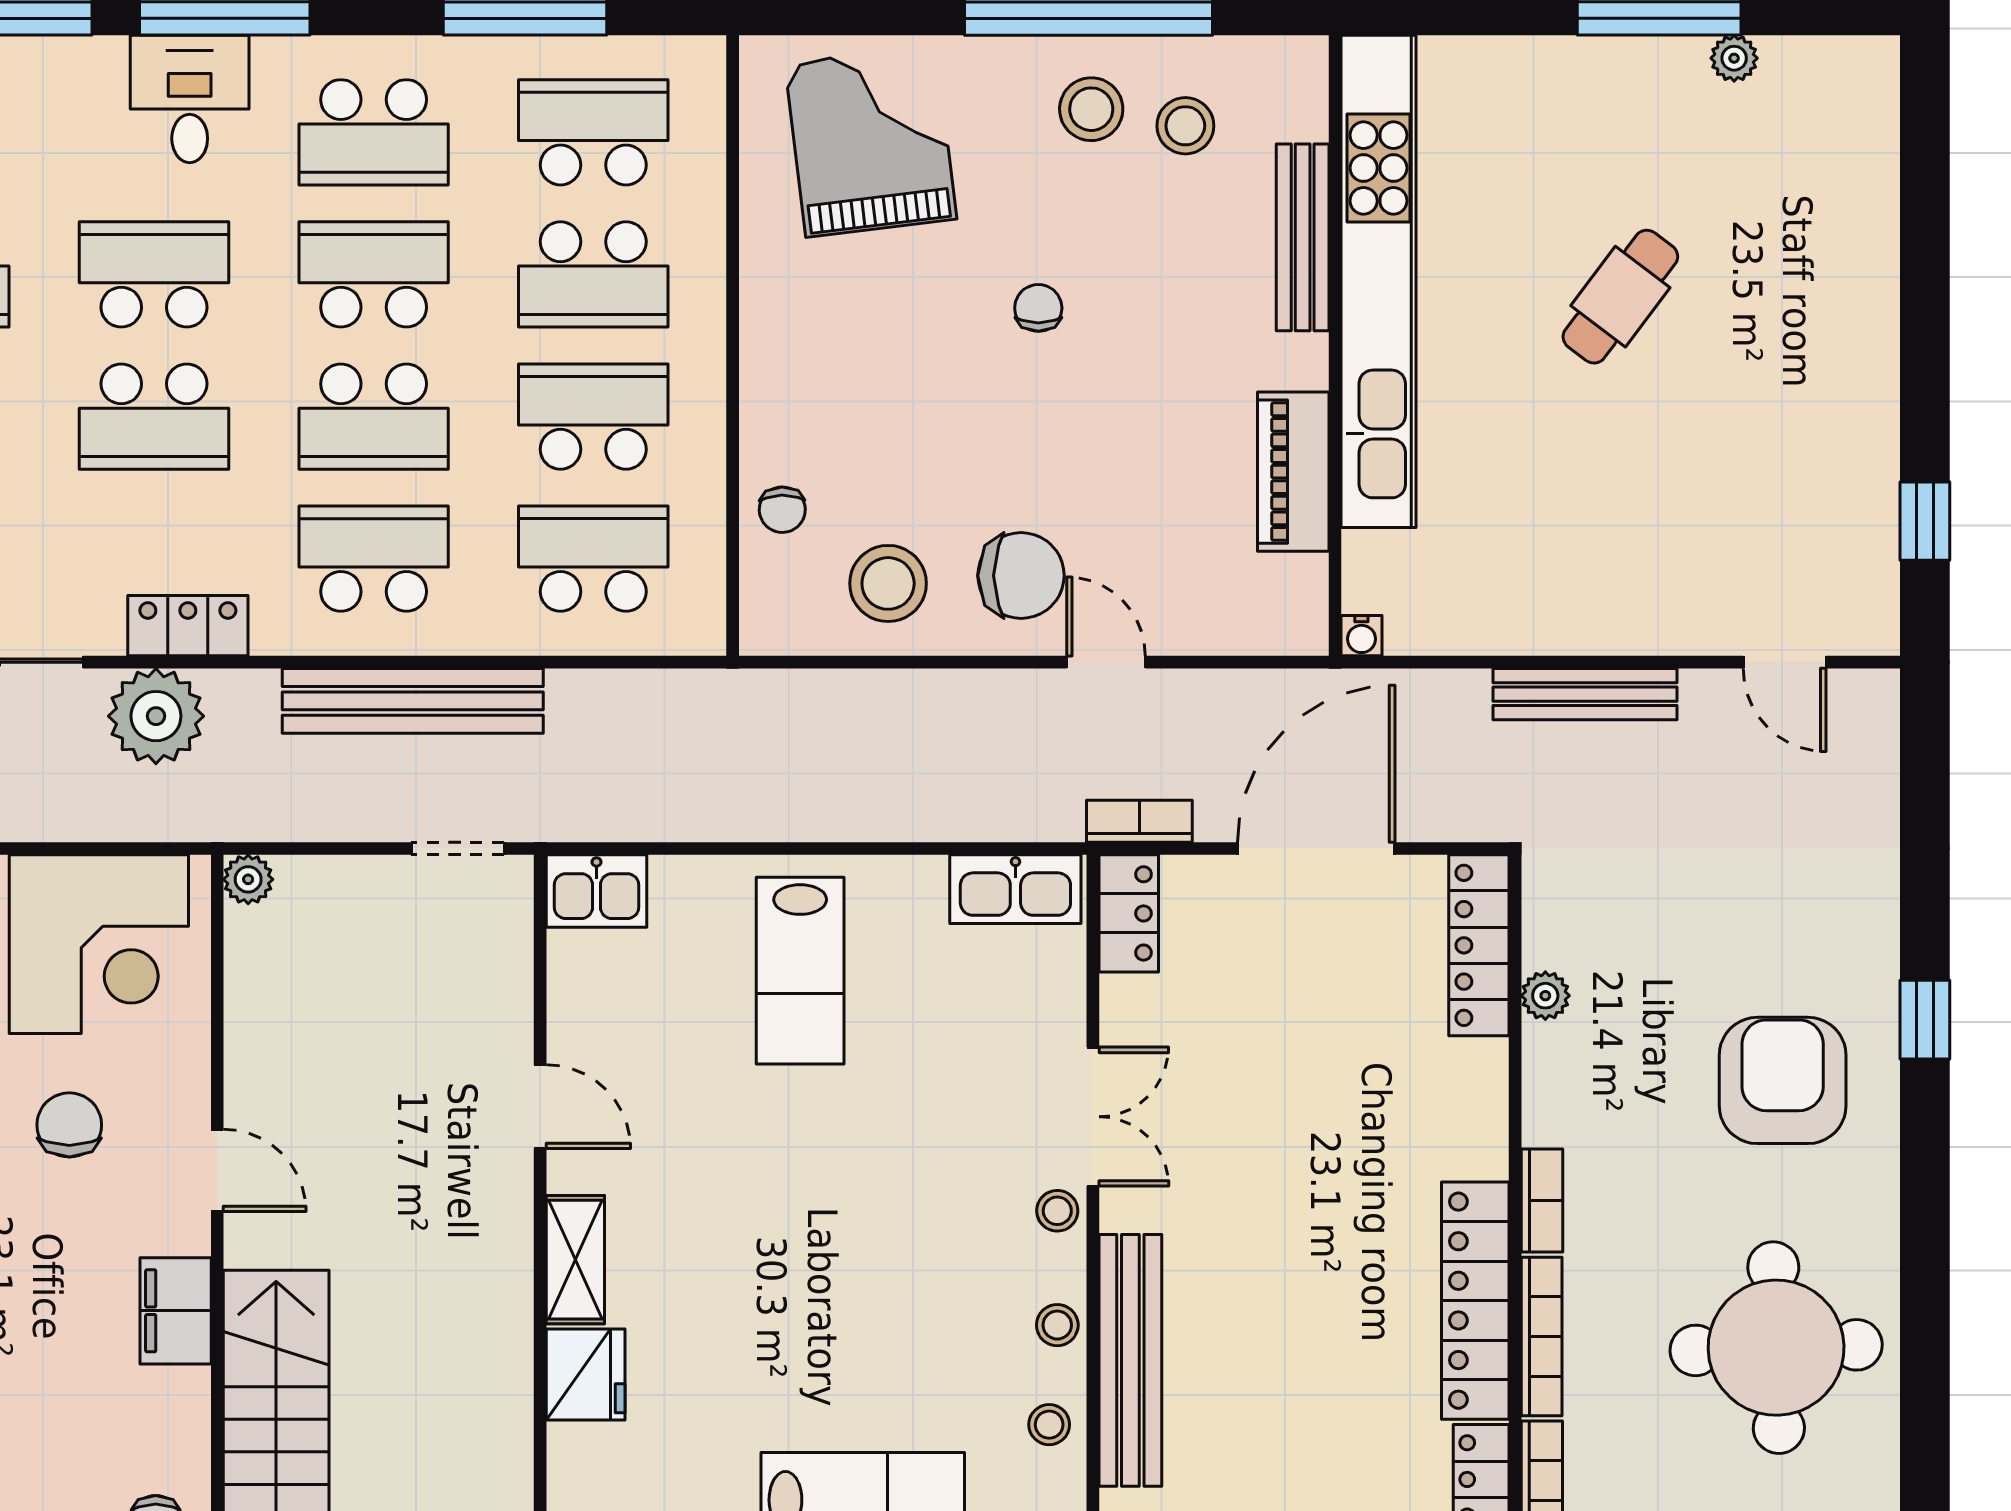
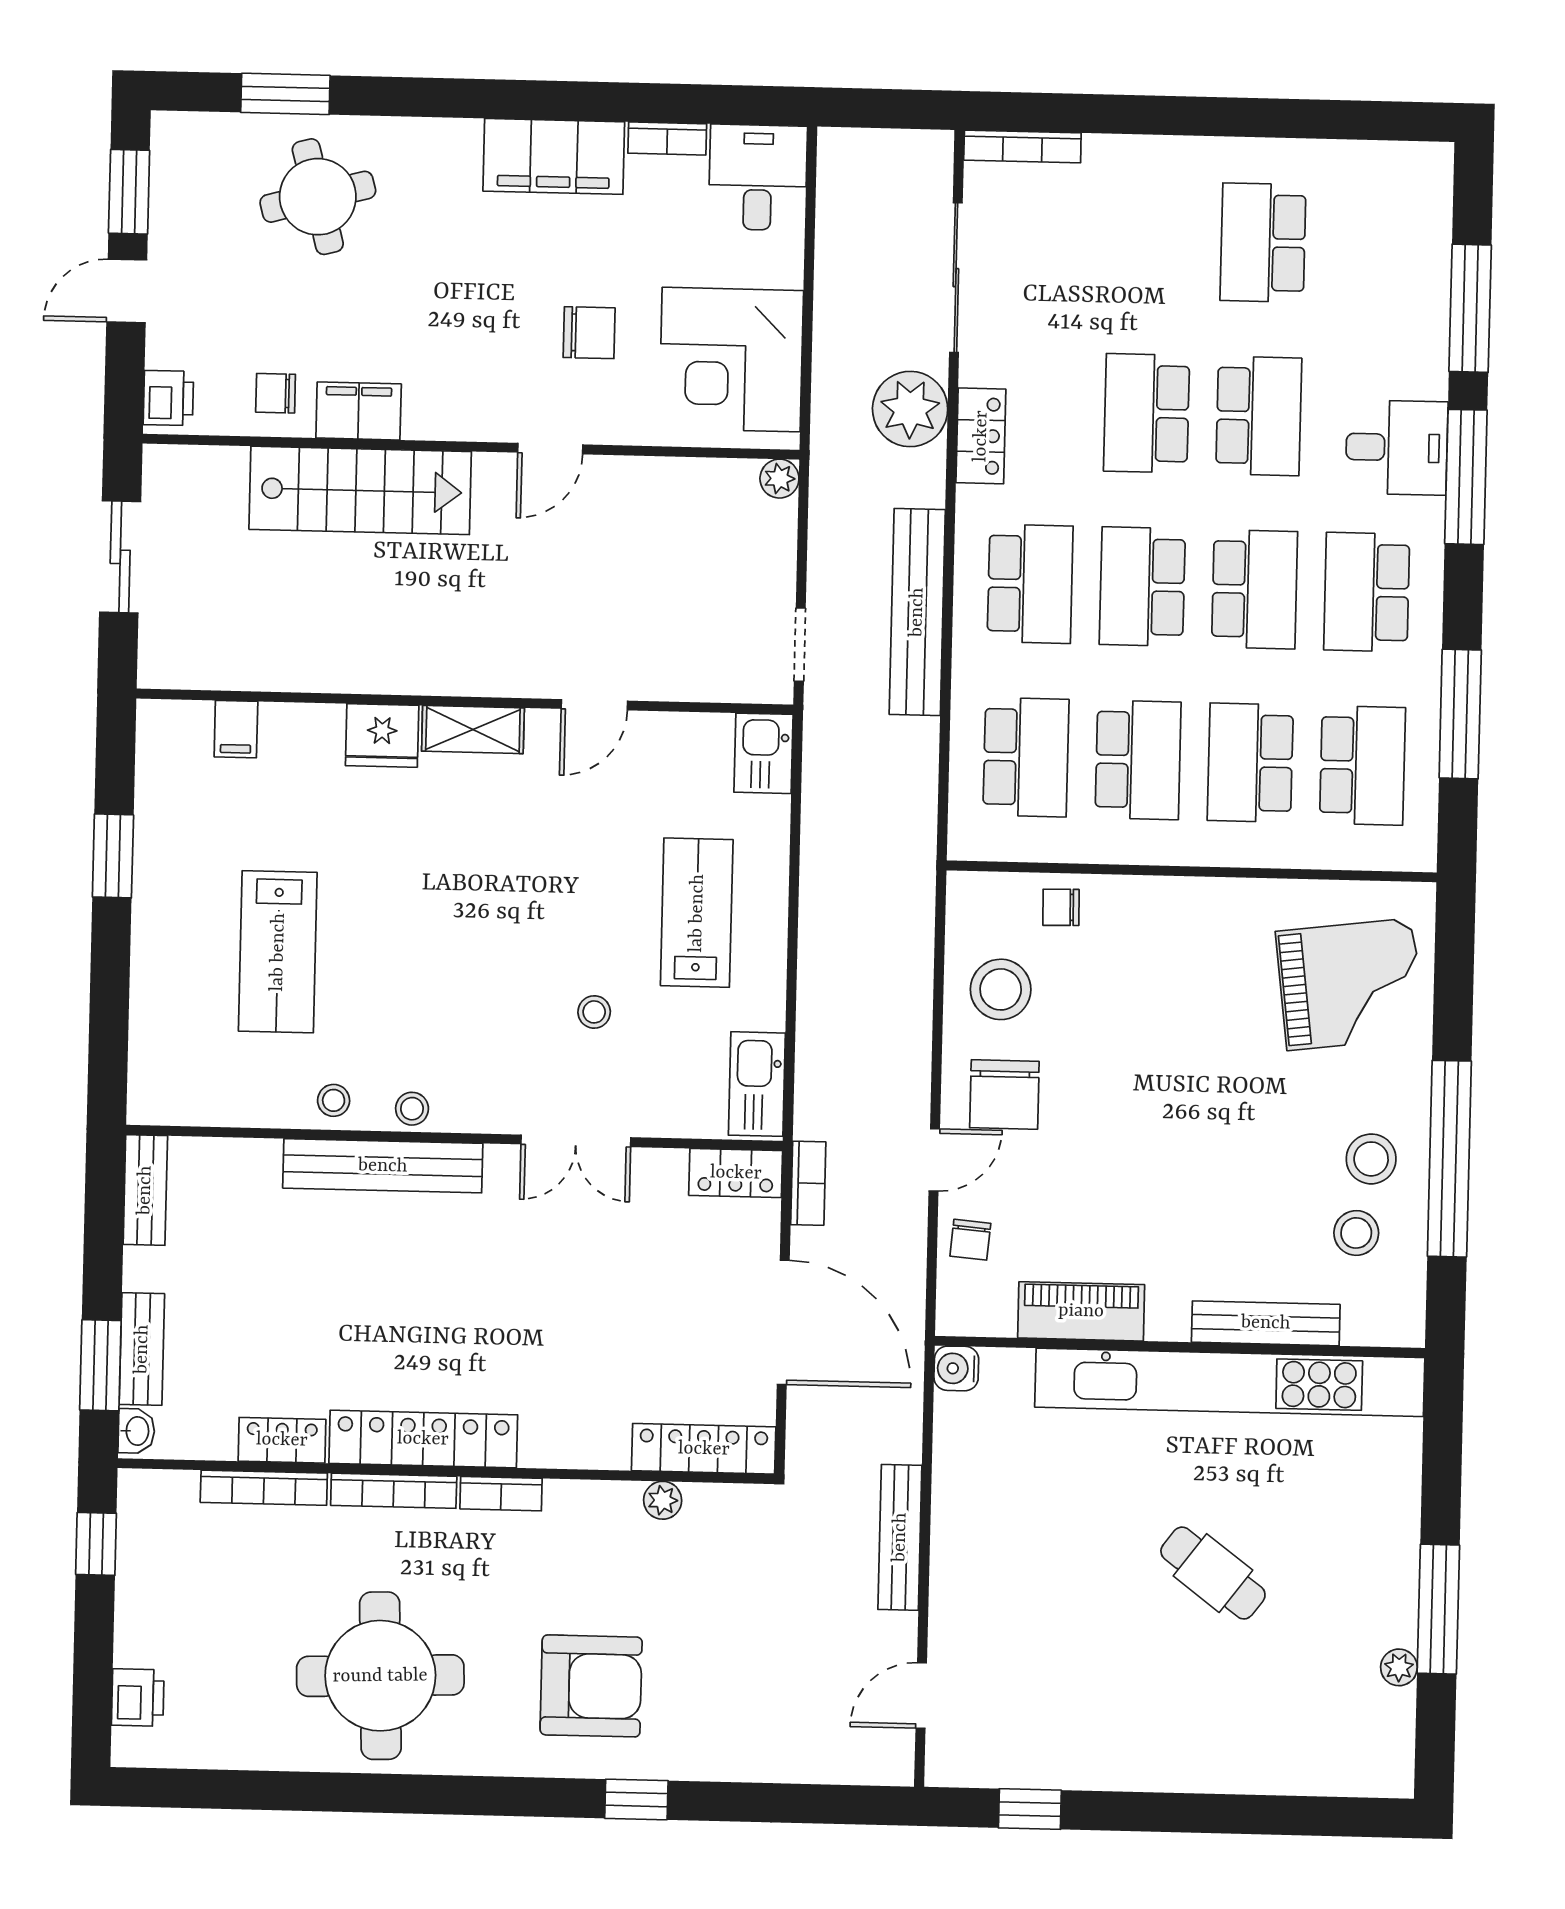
chair: (1038, 308) -> (970, 1240), moved, turned 95
water cooler: (1361, 636) -> (956, 1368), width x1.38, depth x1.38
lab bench: (800, 971) -> (697, 913), turned 90
stool: (1057, 1211) -> (594, 1012), moved
filing cabinet: (176, 1311) -> (359, 411), moved

